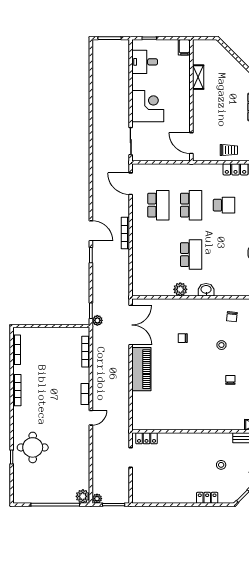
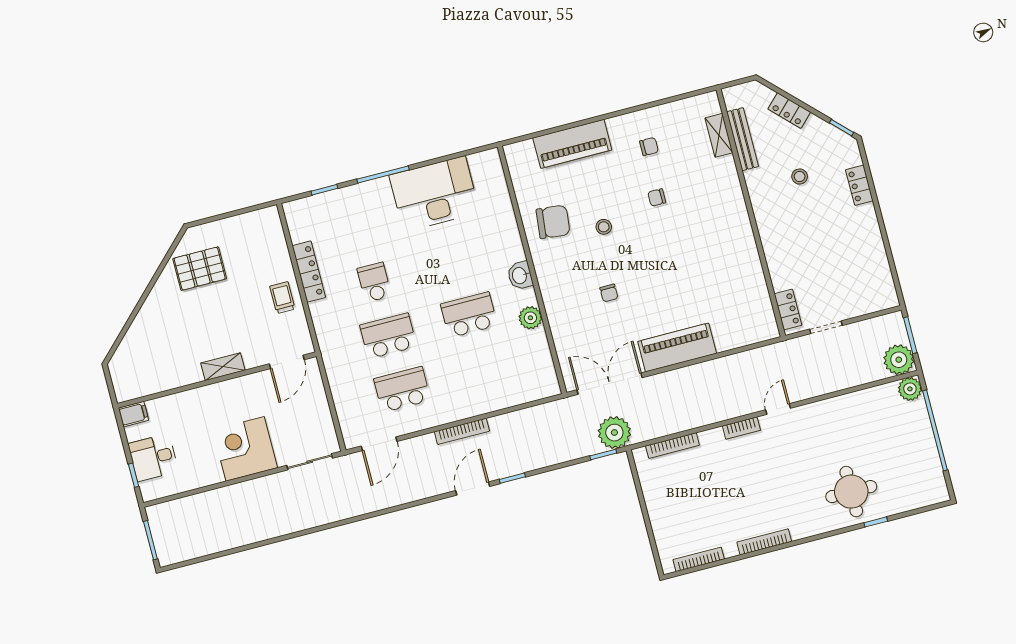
desk: (145, 62) -> (153, 458), moved, turned 90
shelving: (198, 77) -> (223, 367), moved
chair: (232, 317) -> (553, 222), width x1.87, depth x1.87
plant: (97, 320) -> (614, 433), width x1.88, depth x1.88
door: (91, 418) -> (778, 409), hinge flipped
plant: (97, 499) -> (899, 360), width x1.87, depth x1.87

